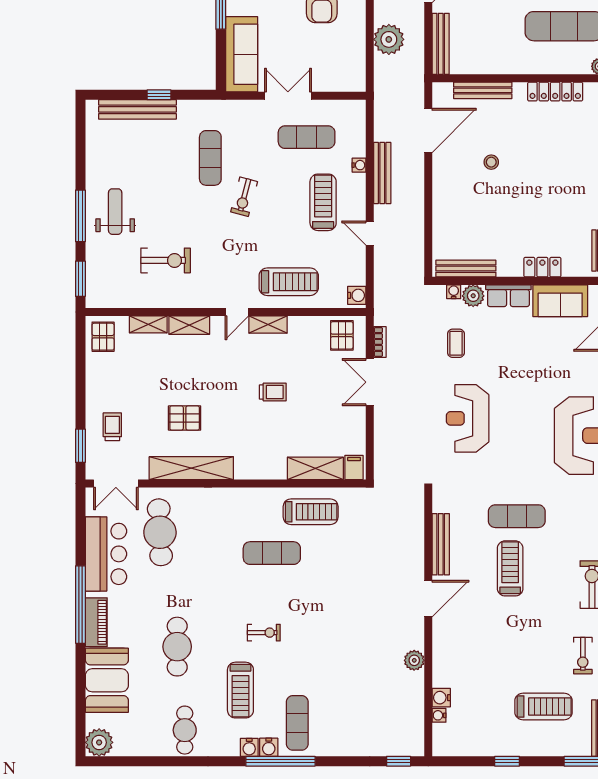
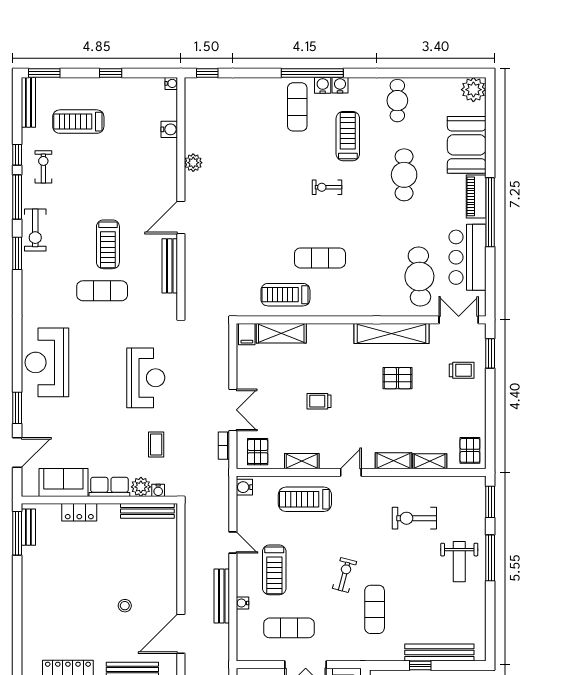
shelving: (268, 325) -> (302, 461), moved
trolley: (112, 427) -> (462, 370), turned -90
water cooler: (439, 715) -> (171, 83), moved

